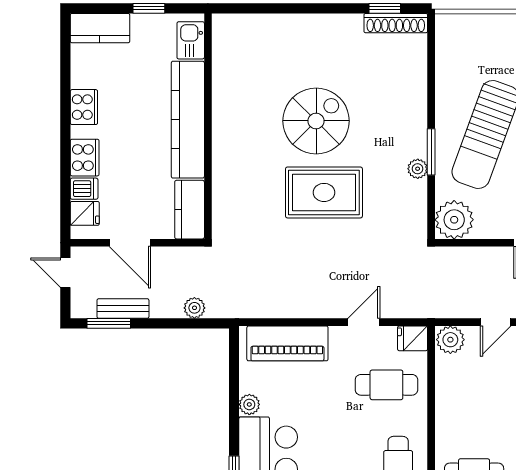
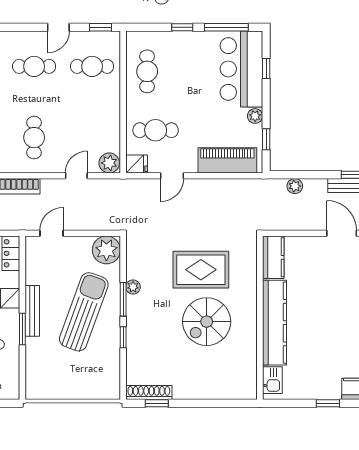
kitchen sink: (191, 40) -> (272, 380), moved
window: (431, 99) -> (123, 337), added
kitchen counter: (188, 120) -> (274, 323), moved
wall: (208, 126) -> (260, 318), moved
kitchen counter: (190, 210) -> (273, 257), moved
window: (234, 372) -> (266, 139), added

